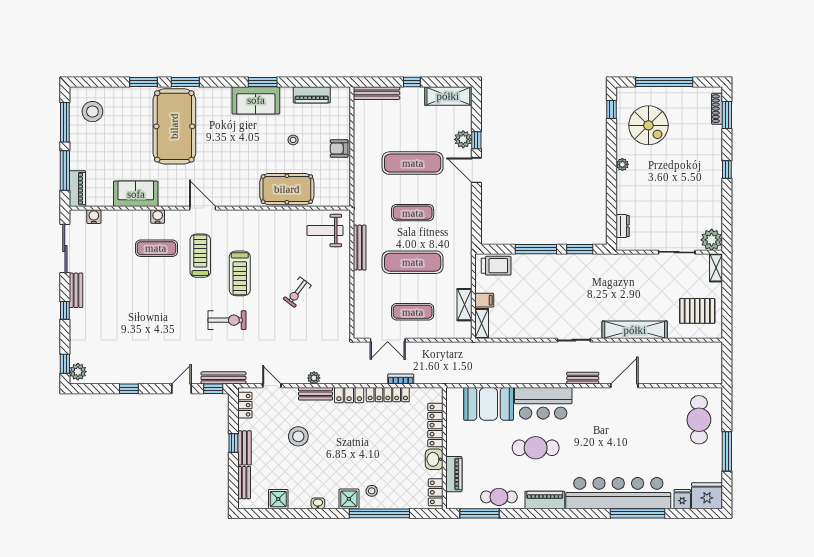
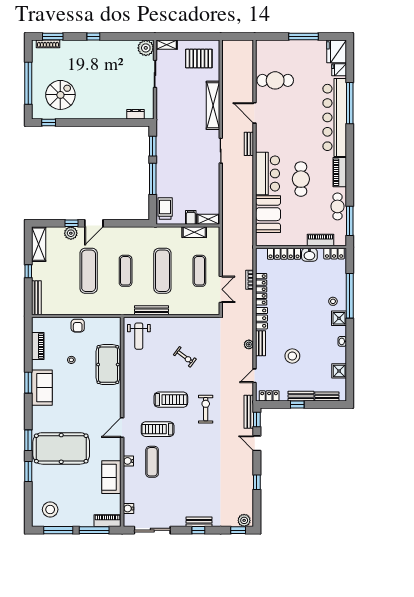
plant: (622, 164) -> (90, 114), removed
bench: (76, 290) -> (199, 522), moved
pallet: (697, 311) -> (199, 59), turned 90
cafe table: (699, 420) -> (275, 80), moved

